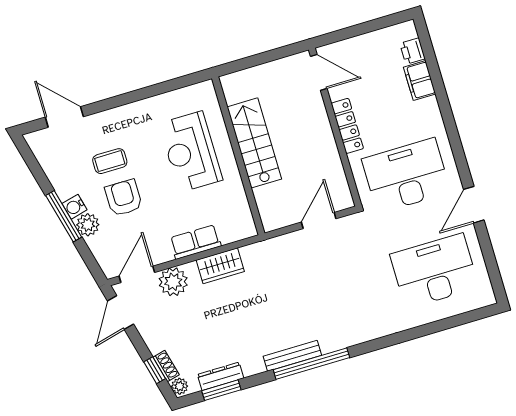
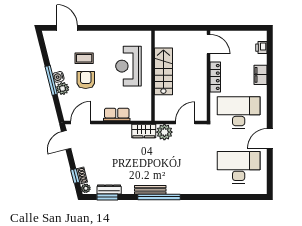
filing cabinet: (420, 81) -> (261, 75), moved
wardrobe: (220, 266) -> (144, 131), moved
plant: (173, 282) -> (164, 132), moved

